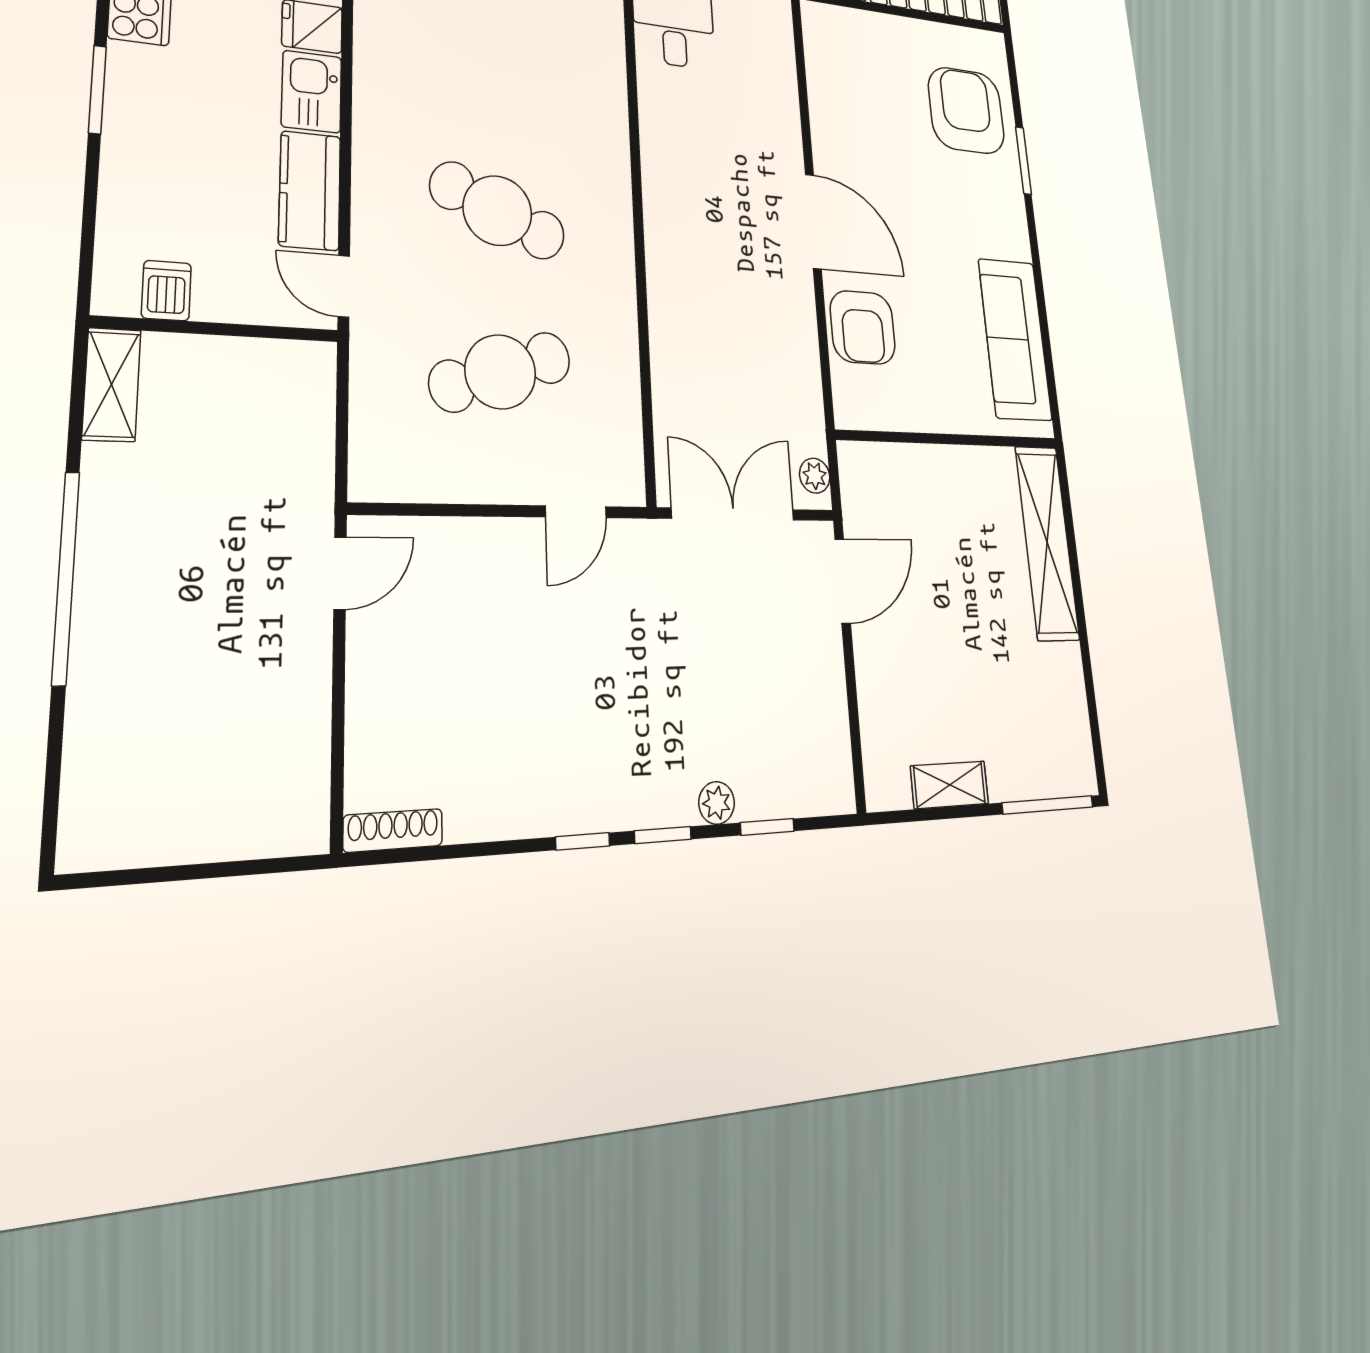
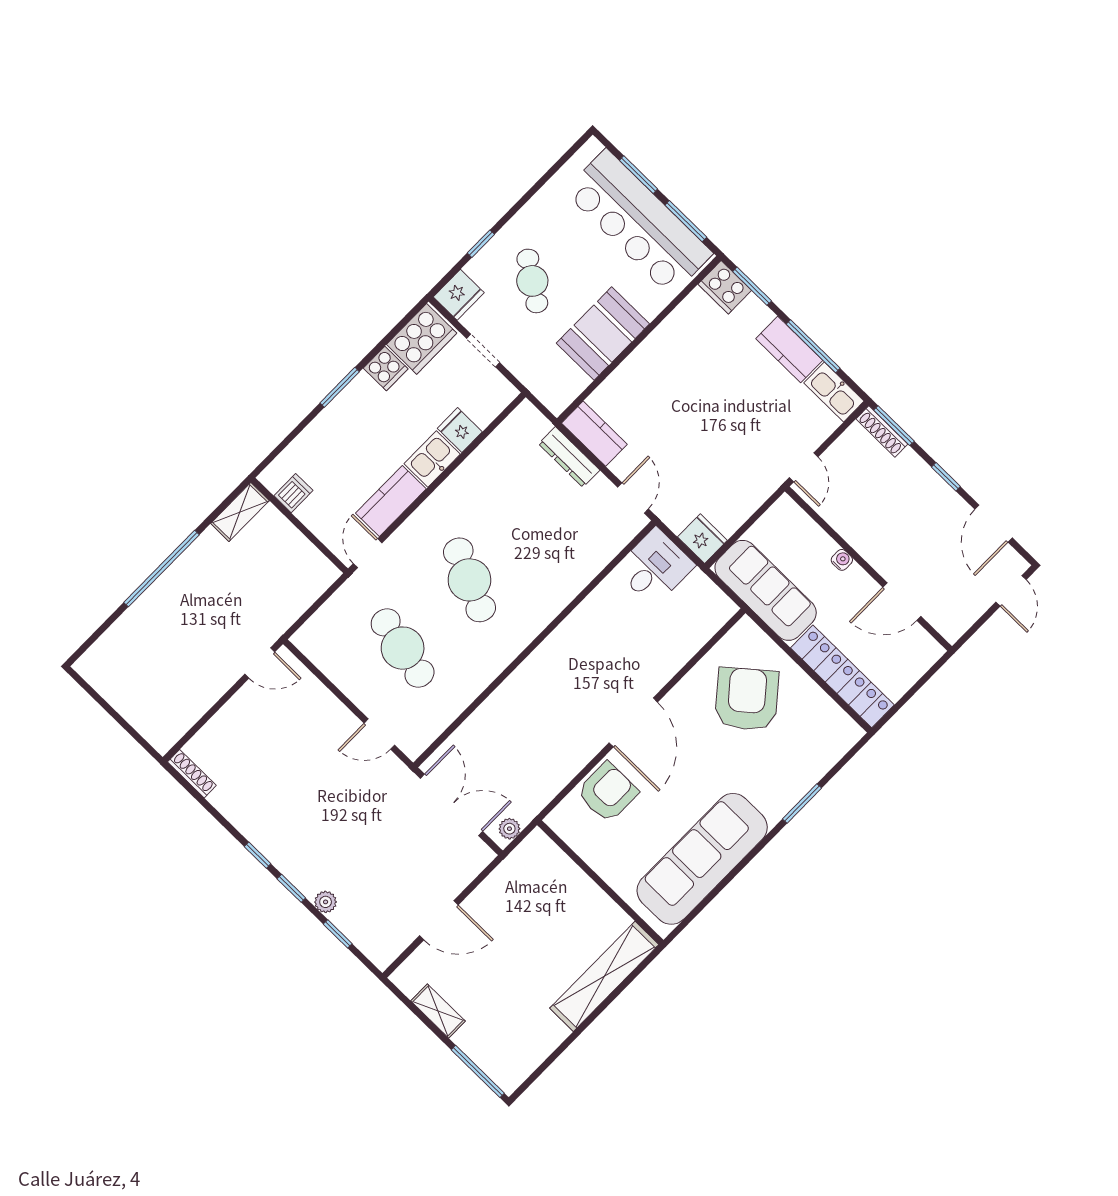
armchair: (966, 110) -> (747, 699), moved, turned -40
armchair: (863, 327) -> (608, 792), turned 180
sofa: (1015, 339) -> (702, 859), width x1.36, depth x1.27
cafe table: (500, 372) -> (403, 648), turned 30
door: (843, 581) -> (439, 920), moved

